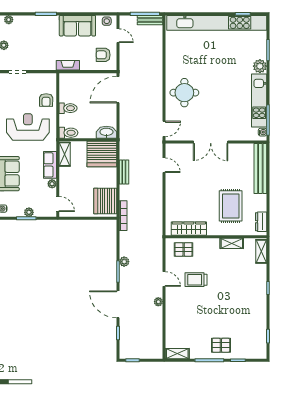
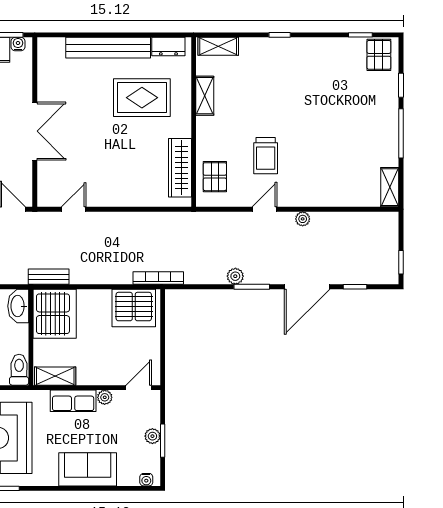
bench: (260, 169) -> (108, 48), moved
bench: (124, 172) -> (49, 277), moved
pallet: (221, 345) -> (379, 55), moved

